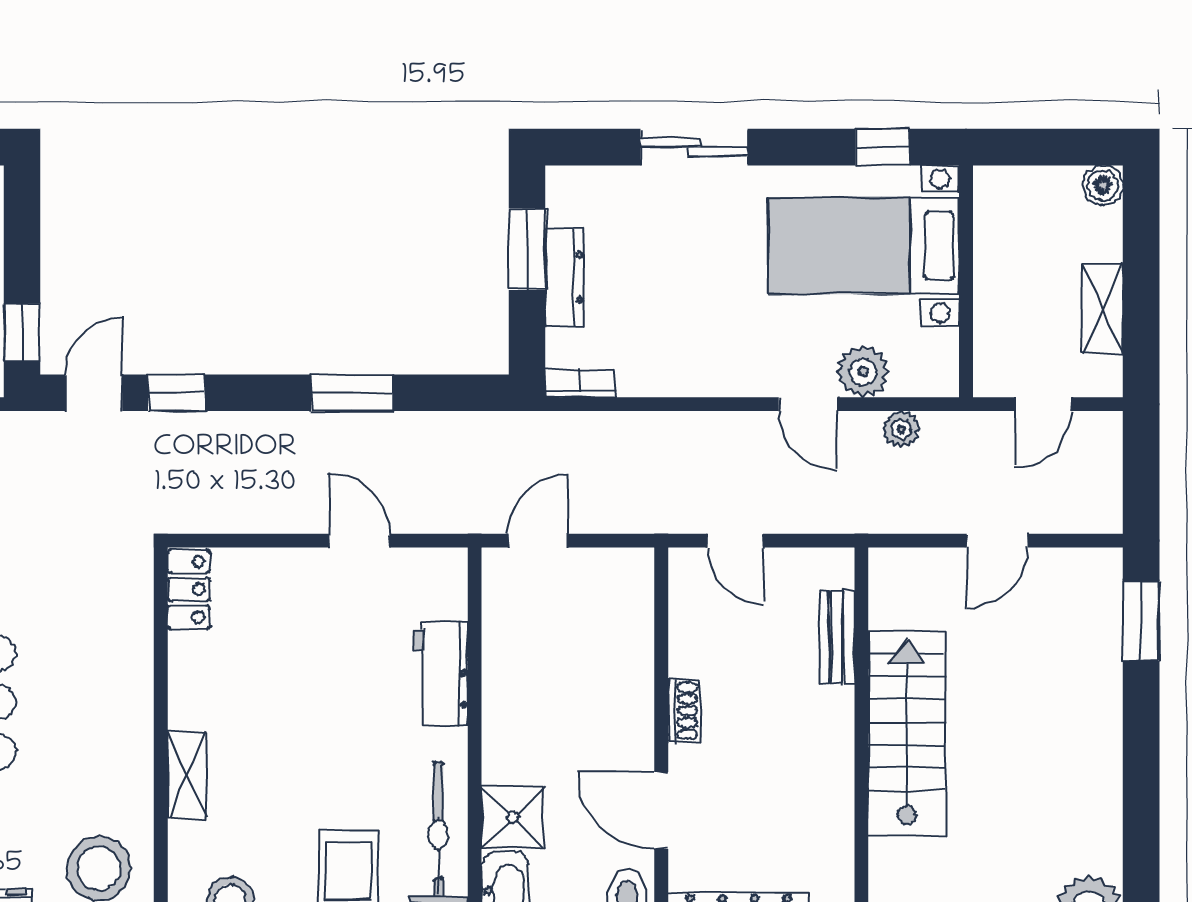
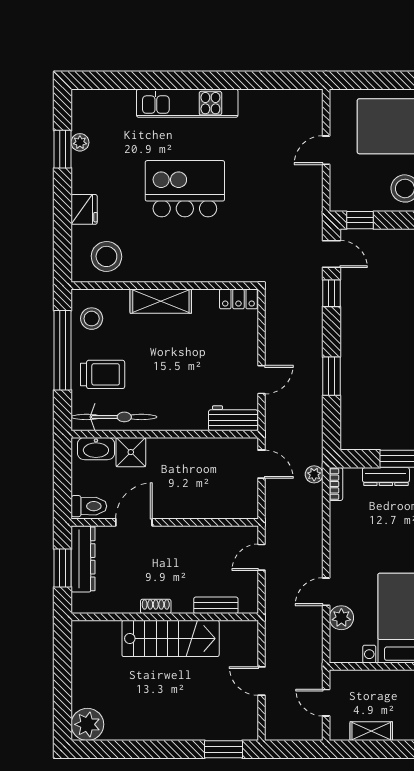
plant: (901, 429) -> (314, 474), moved
workbench: (441, 673) -> (233, 418), moved
shoe rack: (684, 711) -> (156, 606), moved, turned 180
shelving: (187, 775) -> (161, 301), width x1.50, depth x1.33

